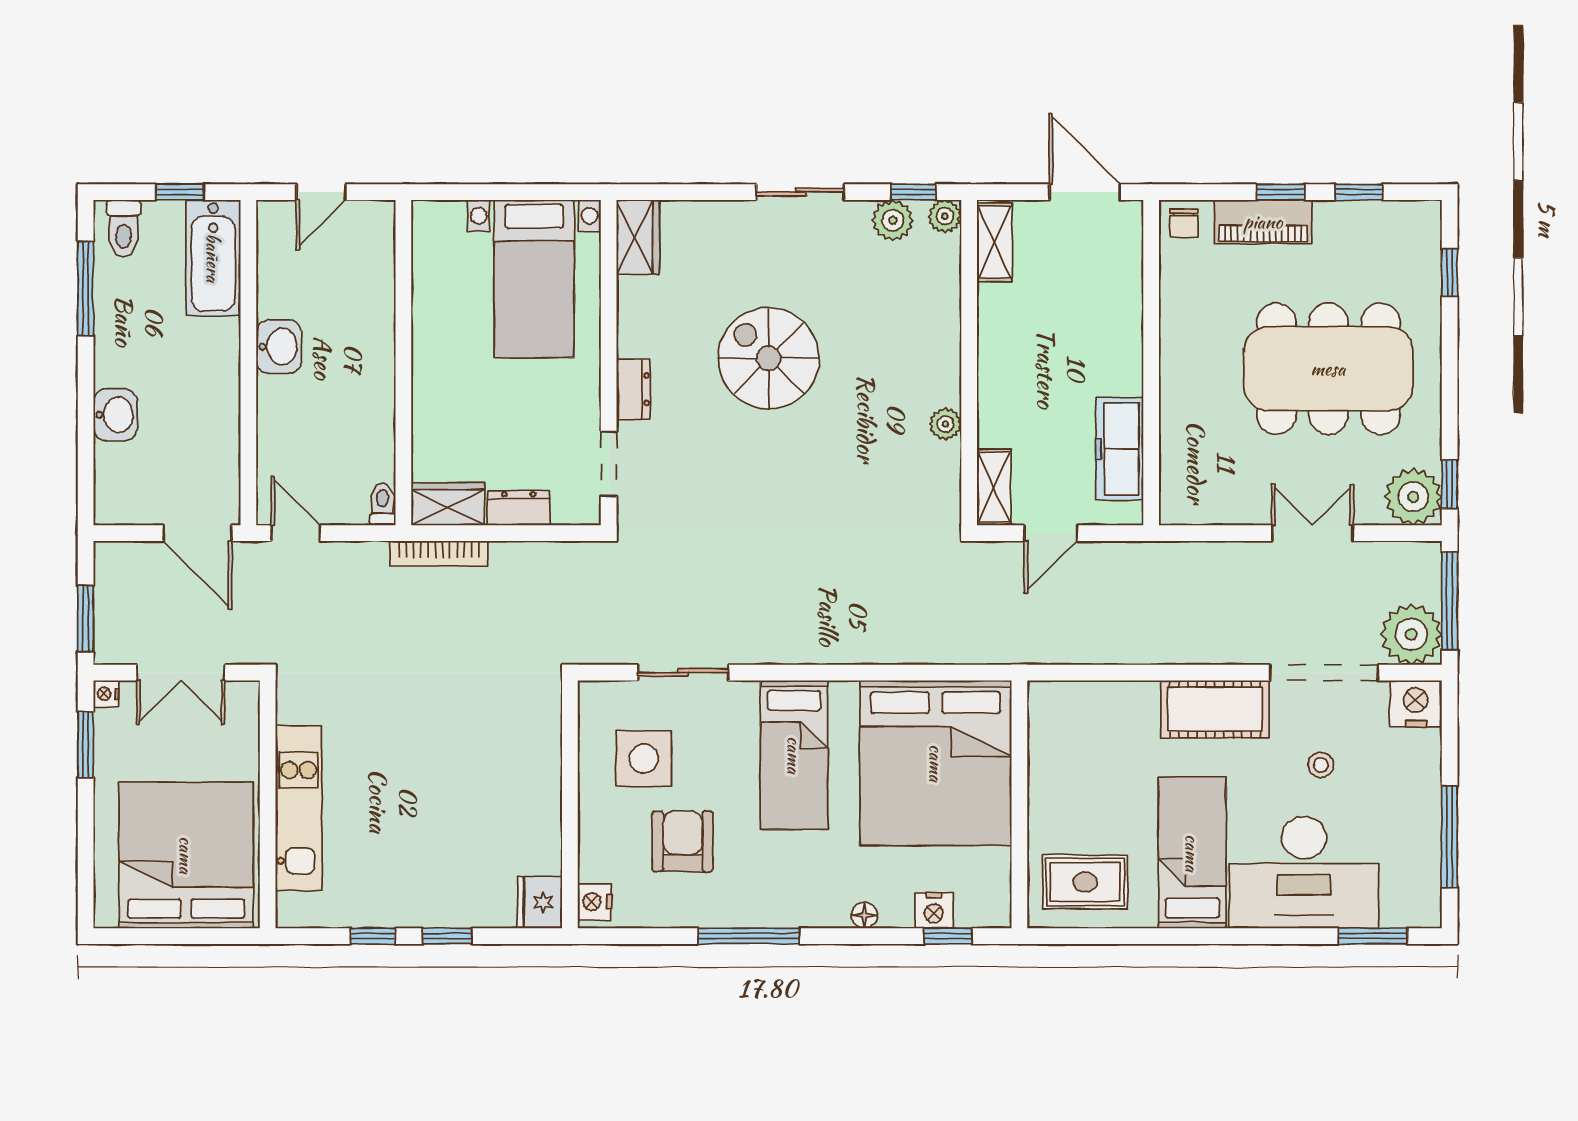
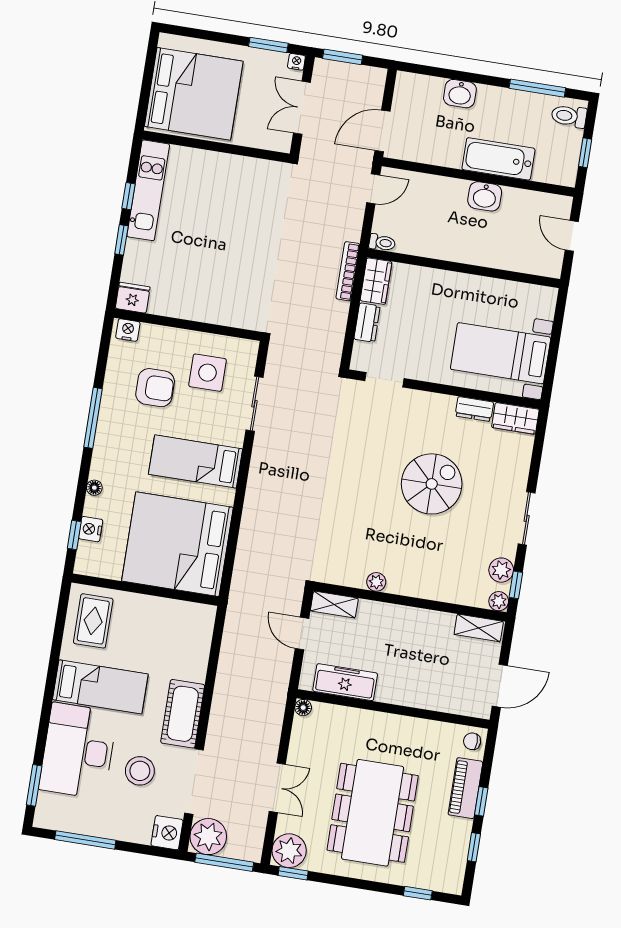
bathtub: (213, 258) -> (498, 159), moved
dresser: (633, 389) -> (474, 409), moved
floor lamp: (1173, 512) -> (303, 708), added
stool: (1321, 765) -> (140, 771), width x1.89, depth x1.89
kitchen unit: (299, 808) -> (148, 190), moved, turned -90

